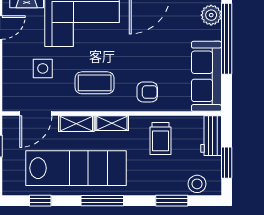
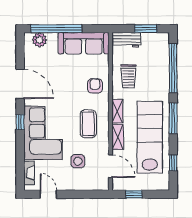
trolley: (161, 139) -> (128, 76), turned 90
stool: (197, 184) -> (161, 50), removed
window: (172, 201) -> (173, 68), width x2.11

